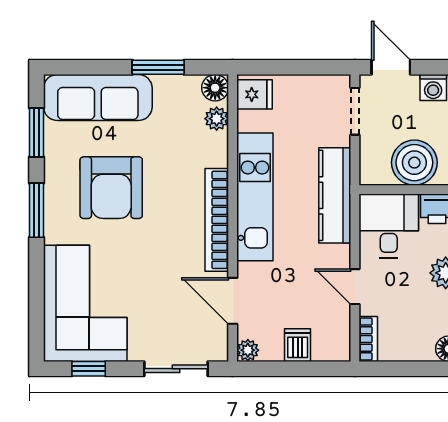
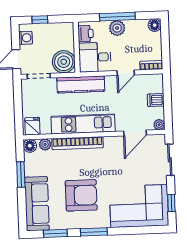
boiler: (414, 163) -> (64, 62), moved
bookcase: (217, 220) -> (78, 143), moved

